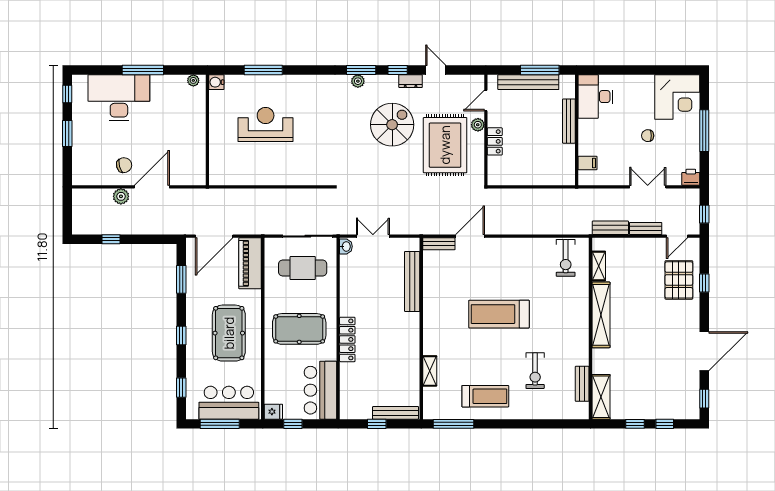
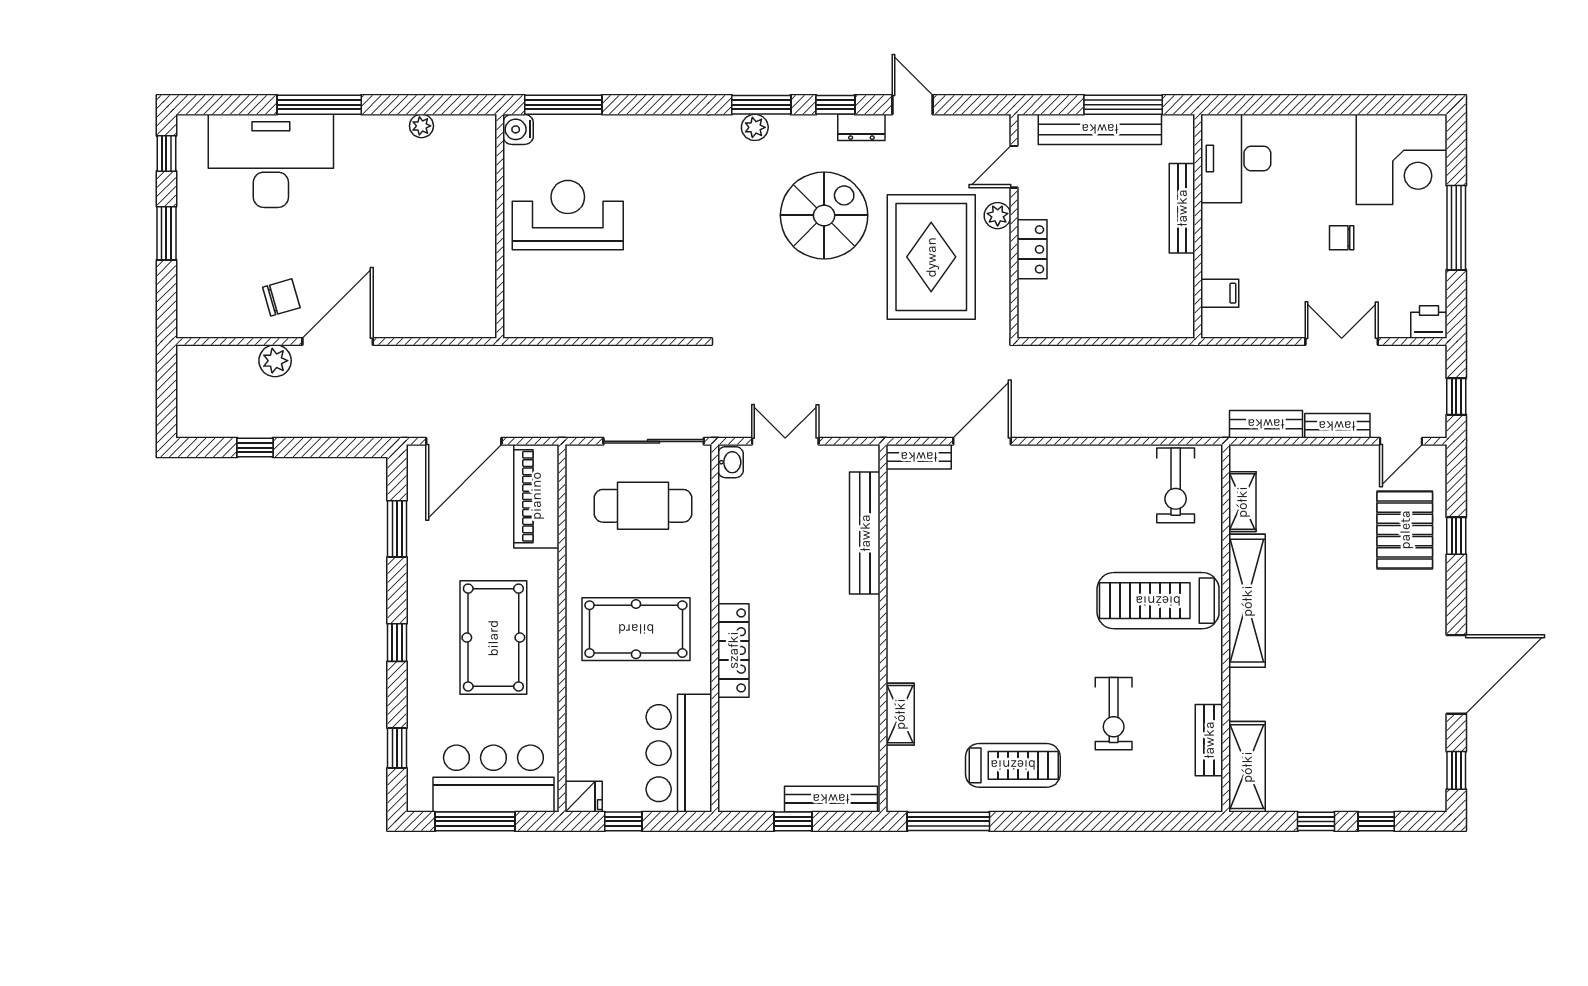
water cooler: (216, 82) -> (518, 129), moved
wall: (207, 130) -> (500, 226), moved
treadmill: (499, 314) -> (1158, 601), moved

